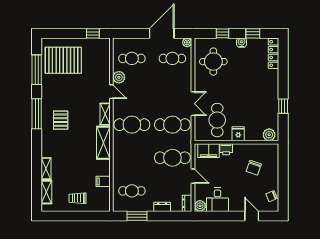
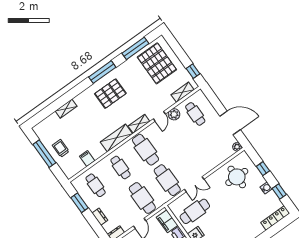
cafe table: (172, 58) -> (121, 167), moved
pallet: (61, 120) -> (110, 94), width x1.50, depth x1.42
shelving: (46, 192) -> (183, 92), moved
window: (72, 216) -> (44, 154), added

